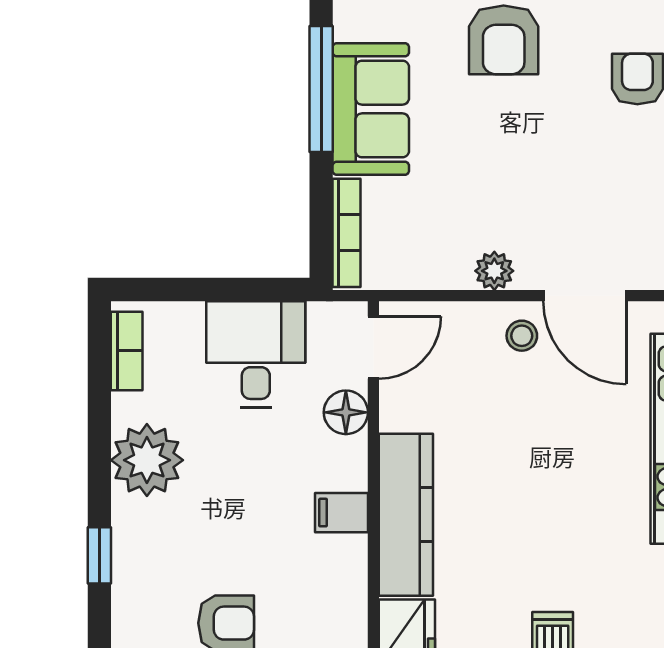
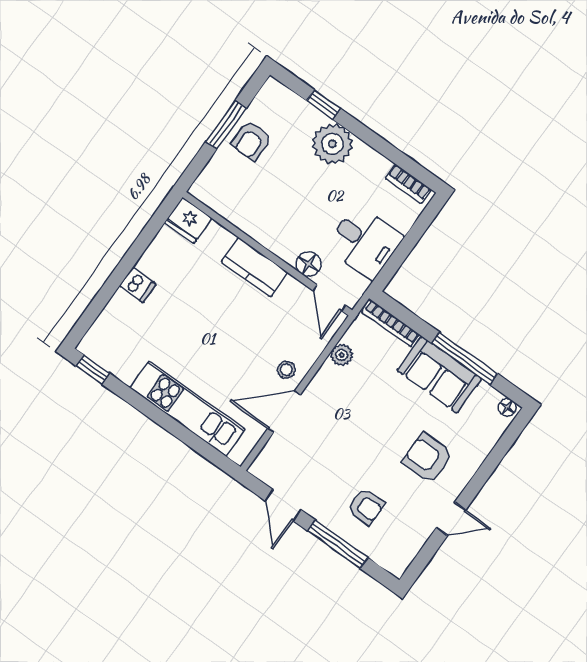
plant: (494, 271) -> (342, 355), moved
plant: (147, 460) -> (332, 144), moved
filing cabinet: (341, 513) -> (264, 229), removed
kitchen counter: (406, 515) -> (254, 267), width x0.67

